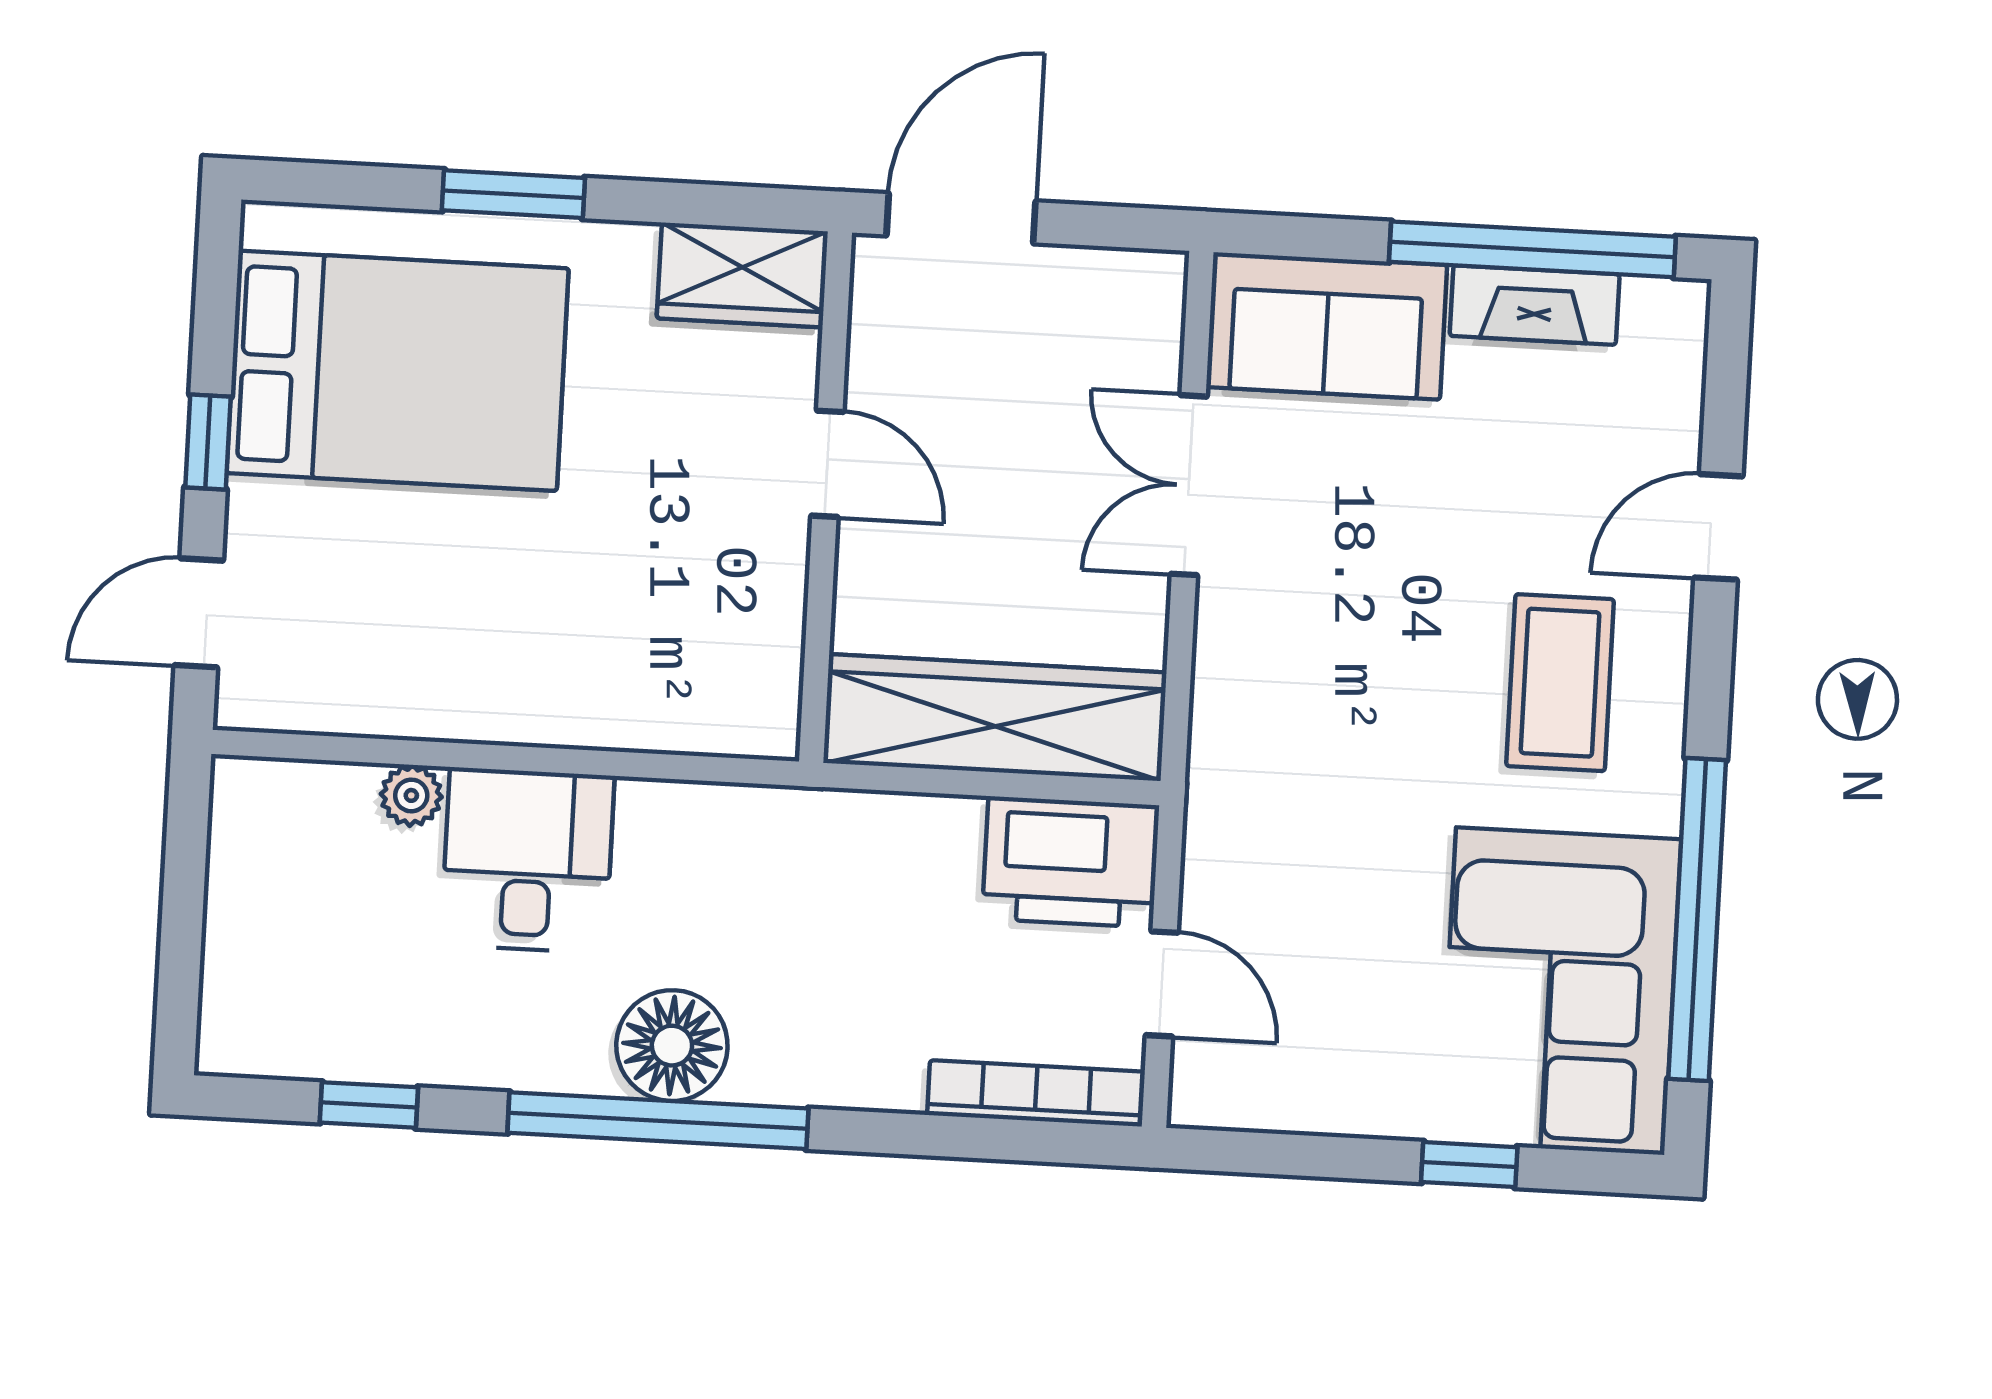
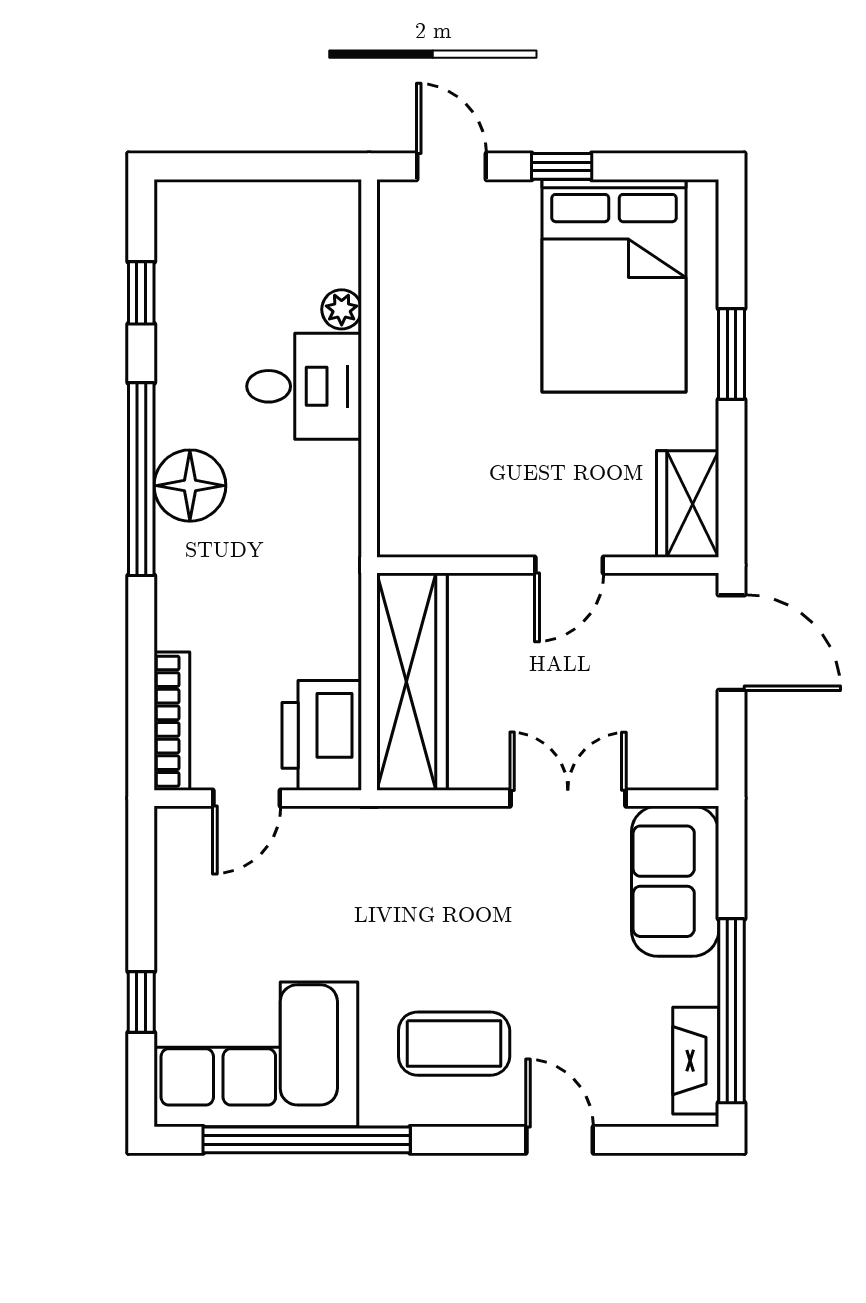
fireplace: (1535, 305) -> (696, 1061), moved

